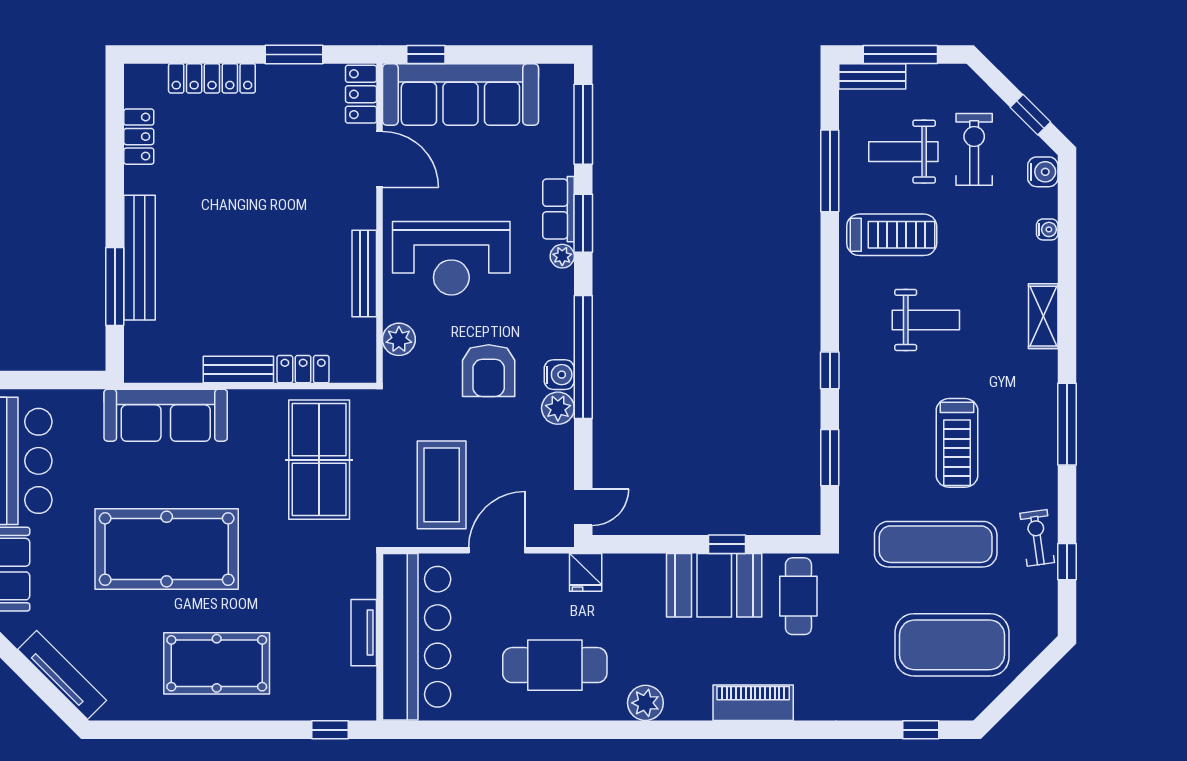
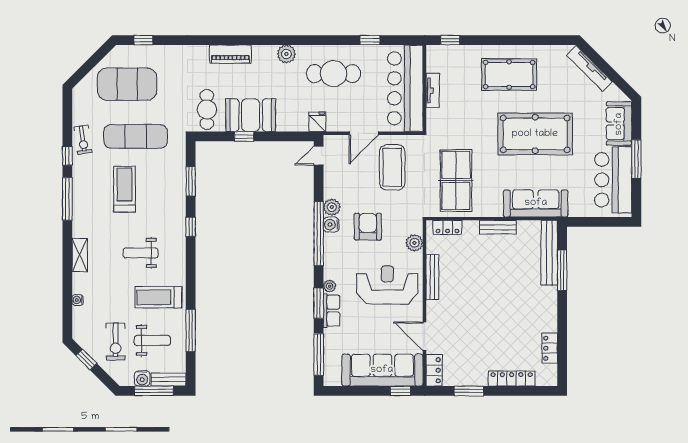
water cooler: (1043, 172) -> (142, 378), moved, turned -90
bench: (140, 258) -> (549, 253), moved
locker: (303, 369) -> (447, 227), moved
window: (1067, 562) -> (67, 156), moved
window: (485, 730) -> (370, 40), added

